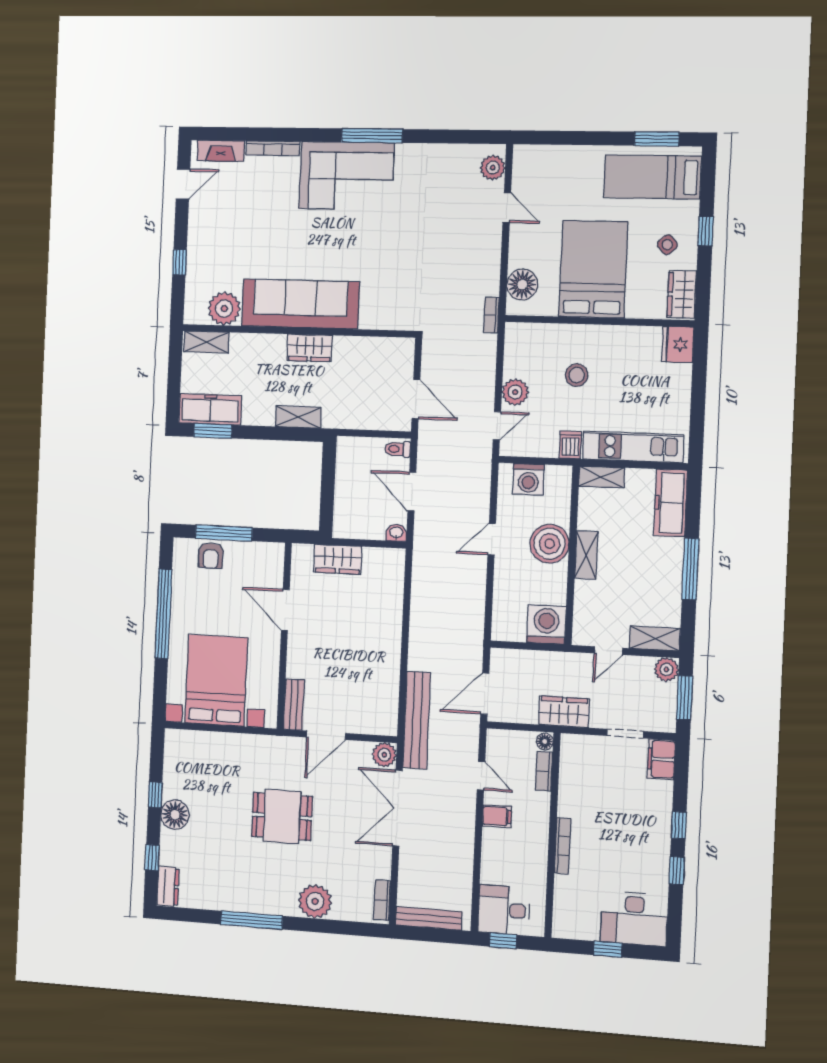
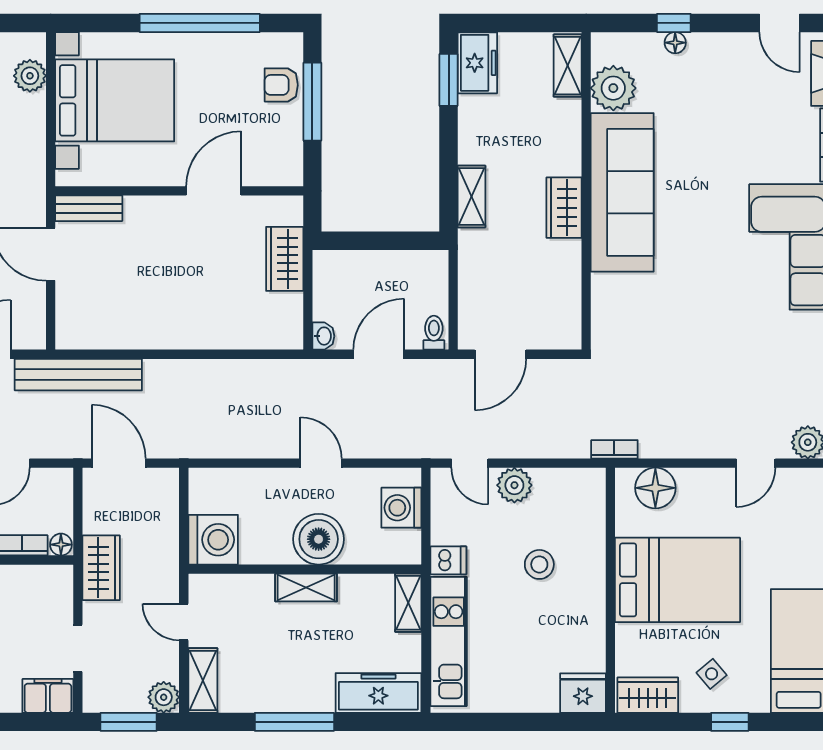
floor lamp: (194, 262) -> (675, 43), added
freezer: (210, 409) -> (477, 63), width x0.71
plant: (384, 755) -> (30, 76), moved

